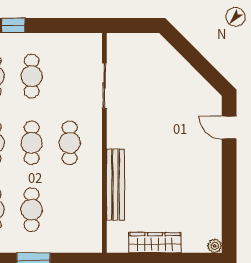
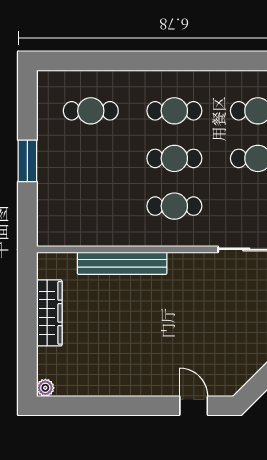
door: (229, 128) -> (194, 406), hinge flipped
cafe table: (32, 210) -> (91, 158), removed

